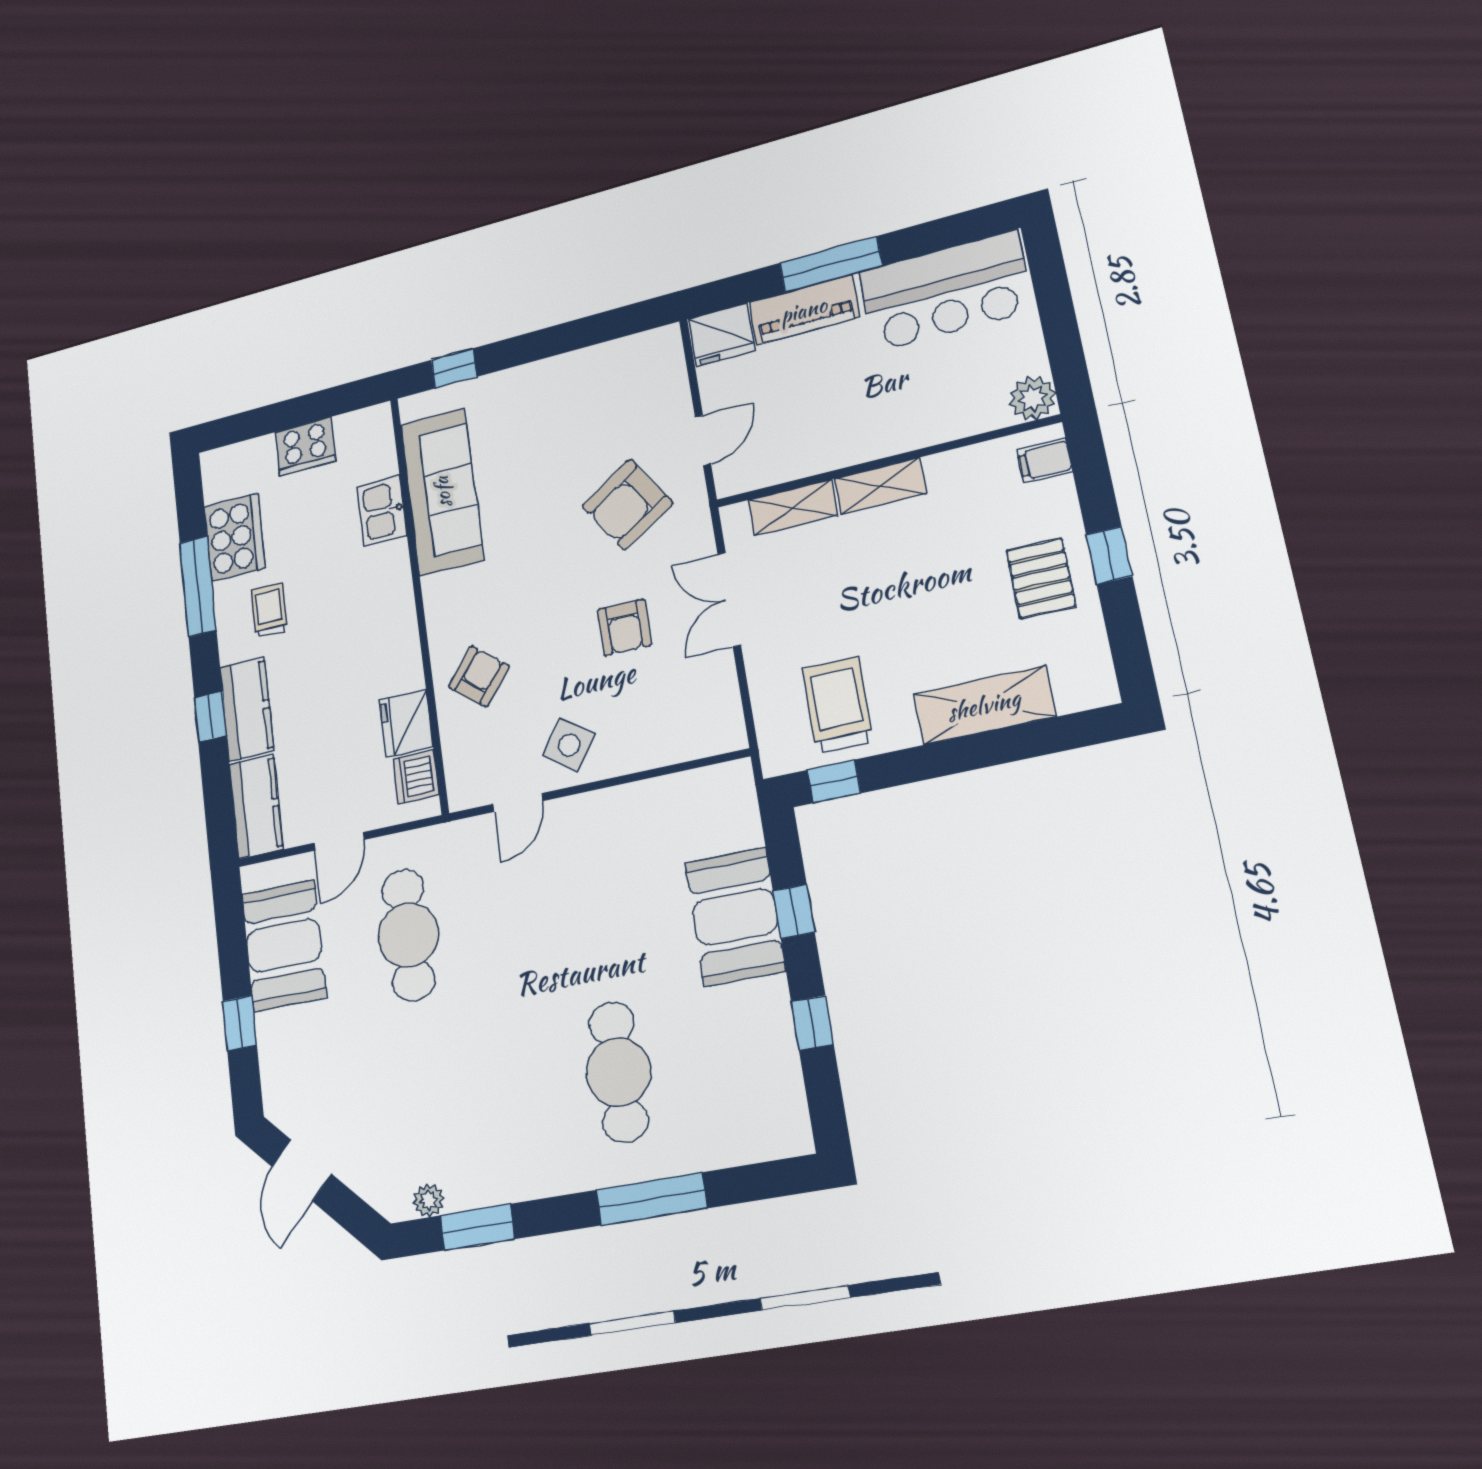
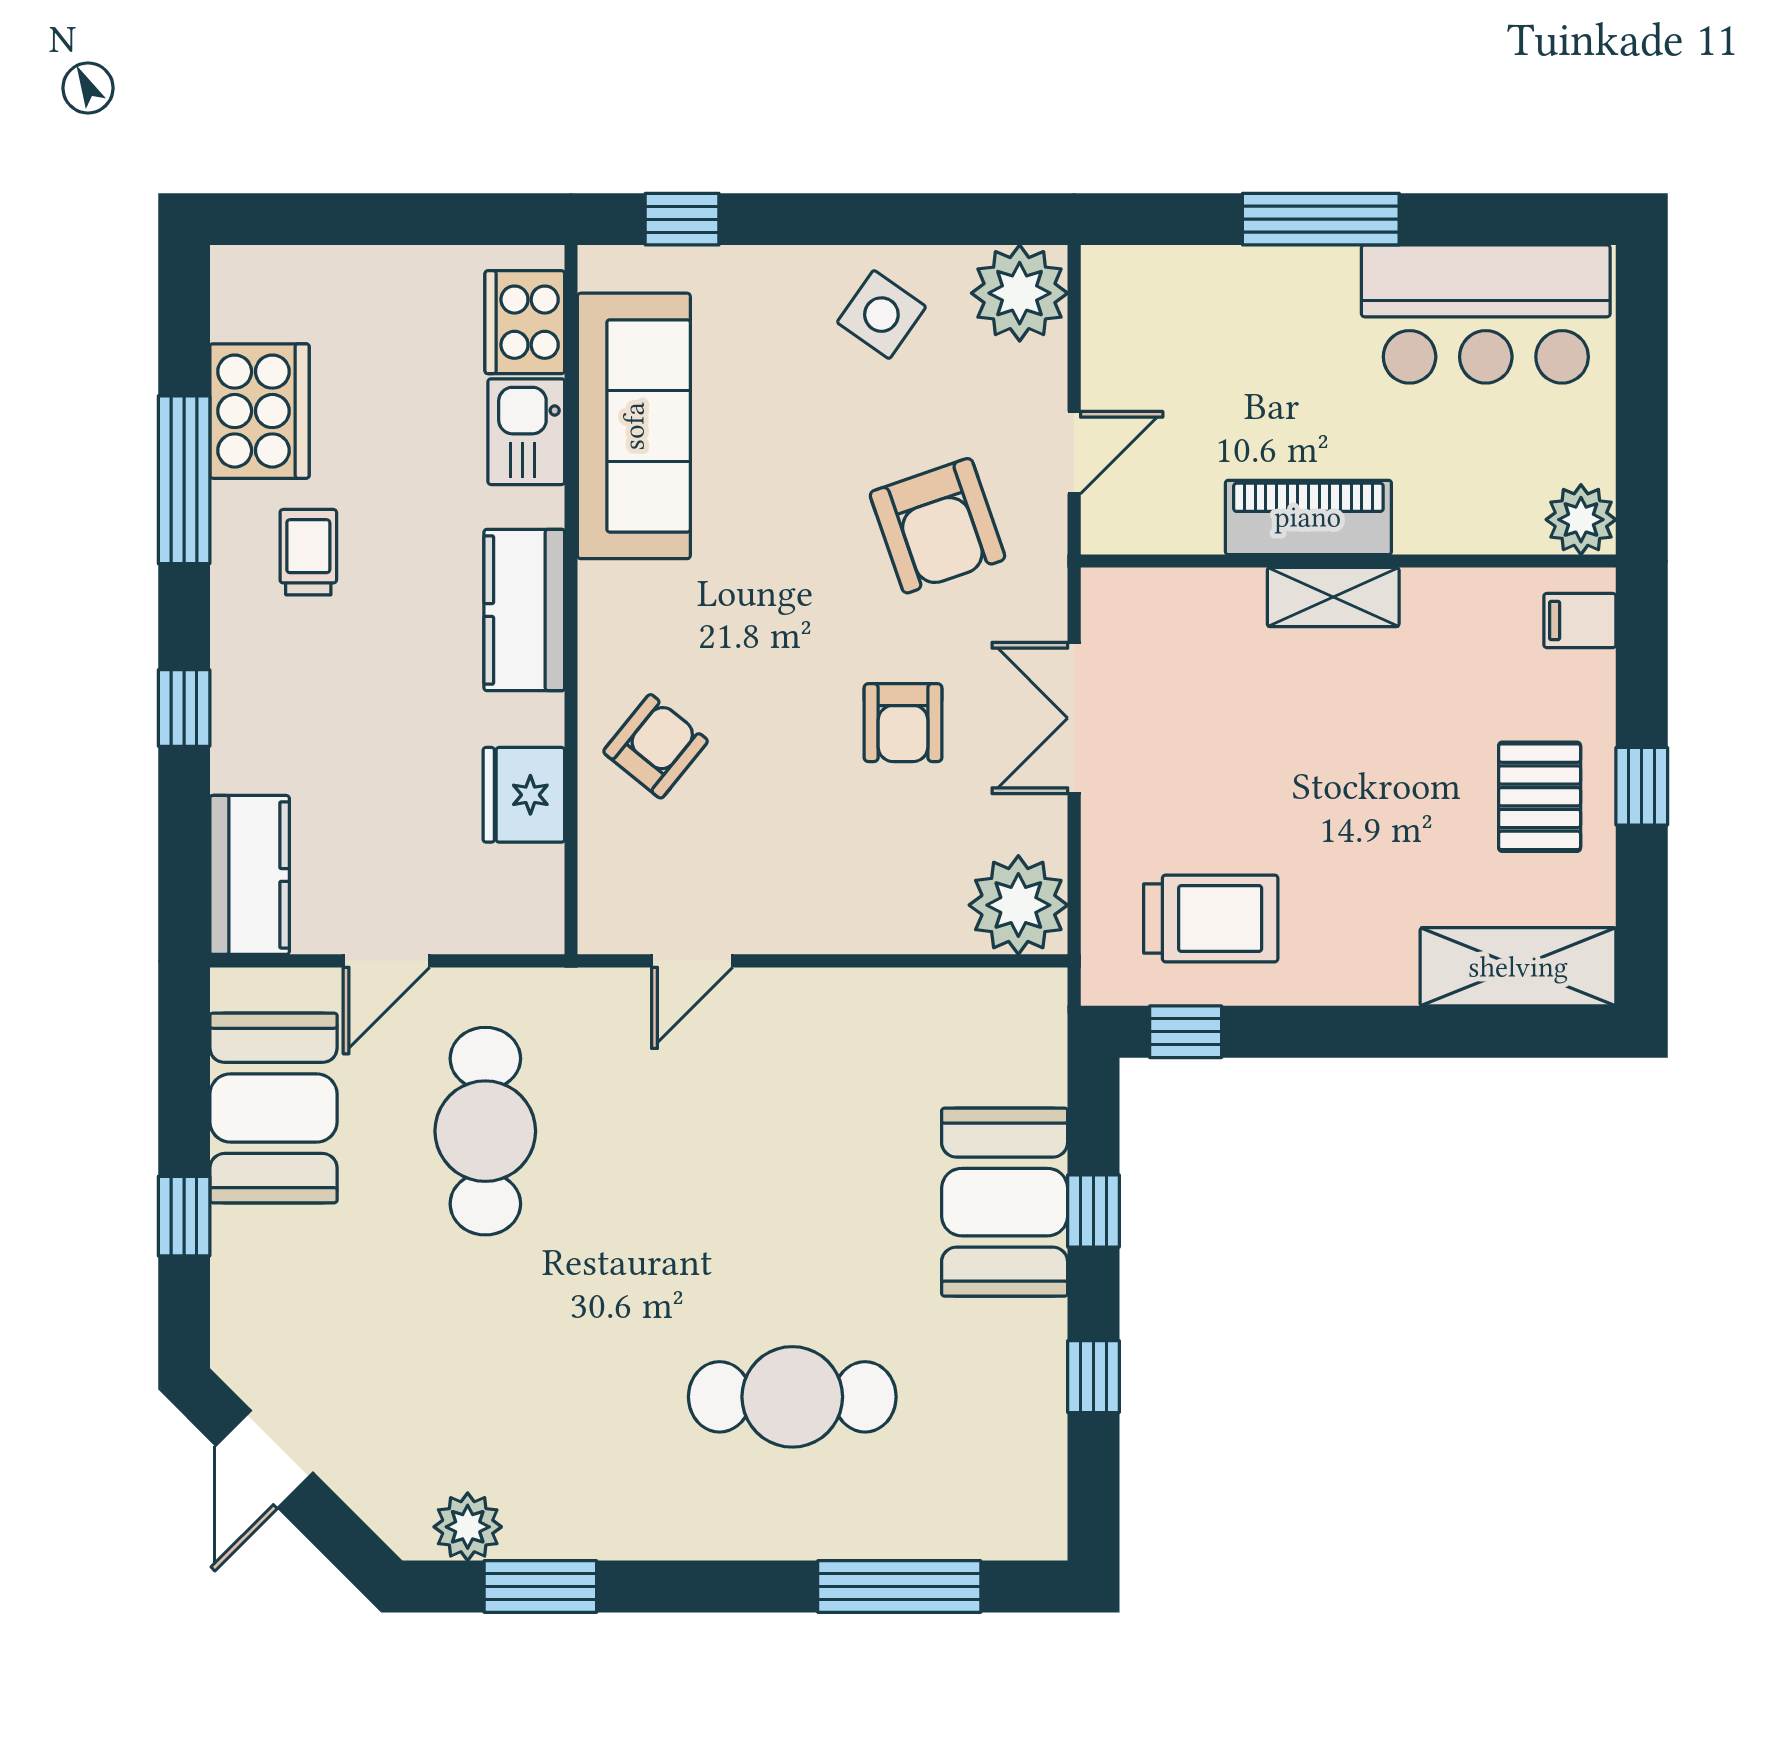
piano: (804, 310) -> (1308, 517), moved, turned 180
fridge: (721, 335) -> (1131, 286), removed
plant: (655, 357) -> (1020, 293), added
cooker: (305, 447) -> (525, 322), moved, turned 90
armchair: (627, 504) -> (937, 526), turned -76
shelving: (793, 508) -> (1196, 597), removed
trolley: (838, 705) -> (1211, 918), turned 90
shelving: (984, 705) -> (1518, 967), moved
kitchen counter: (247, 709) -> (524, 610), moved, turned 180
plant: (713, 724) -> (1018, 905), added
side table: (569, 745) -> (881, 315), moved
dishwasher: (416, 777) -> (530, 885), removed
cafe table: (618, 1072) -> (792, 1397), turned 90
window: (651, 1199) -> (899, 1586), moved
plant: (429, 1200) -> (468, 1527), width x1.38, depth x1.38

